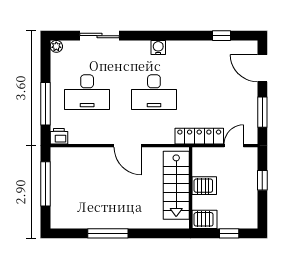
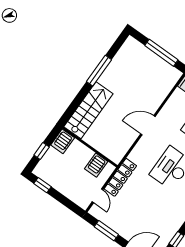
window: (262, 180) -> (43, 185), moved
stairs: (176, 185) -> (88, 110), moved, turned 90
server rack: (204, 186) -> (96, 165), moved

